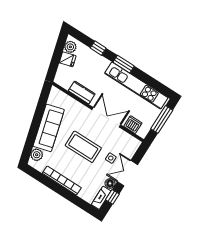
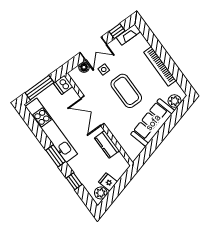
dishwasher: (133, 125) -> (63, 85), moved
floor lamp: (110, 183) -> (84, 67), moved

